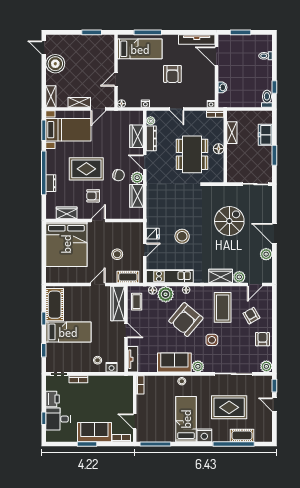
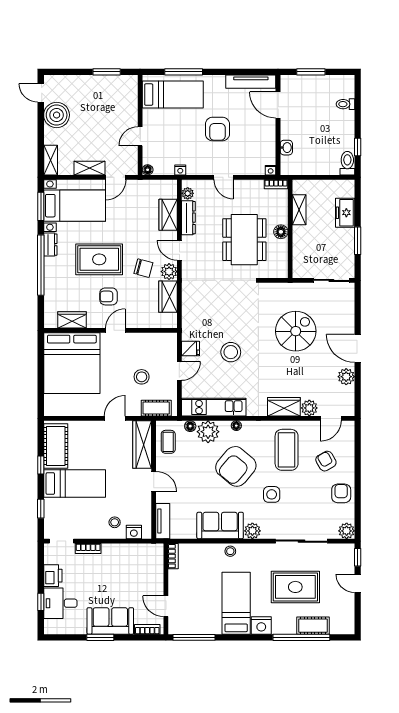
dresser: (51, 183) -> (50, 245), moved

